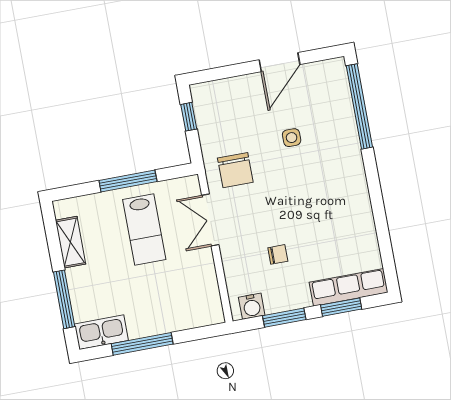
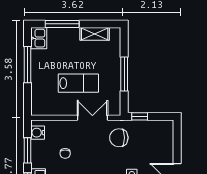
window: (189, 117) -> (140, 116), moved
lab bench: (144, 229) -> (78, 83), moved, turned 180
kitchen sink: (101, 332) -> (39, 38), width x0.73

